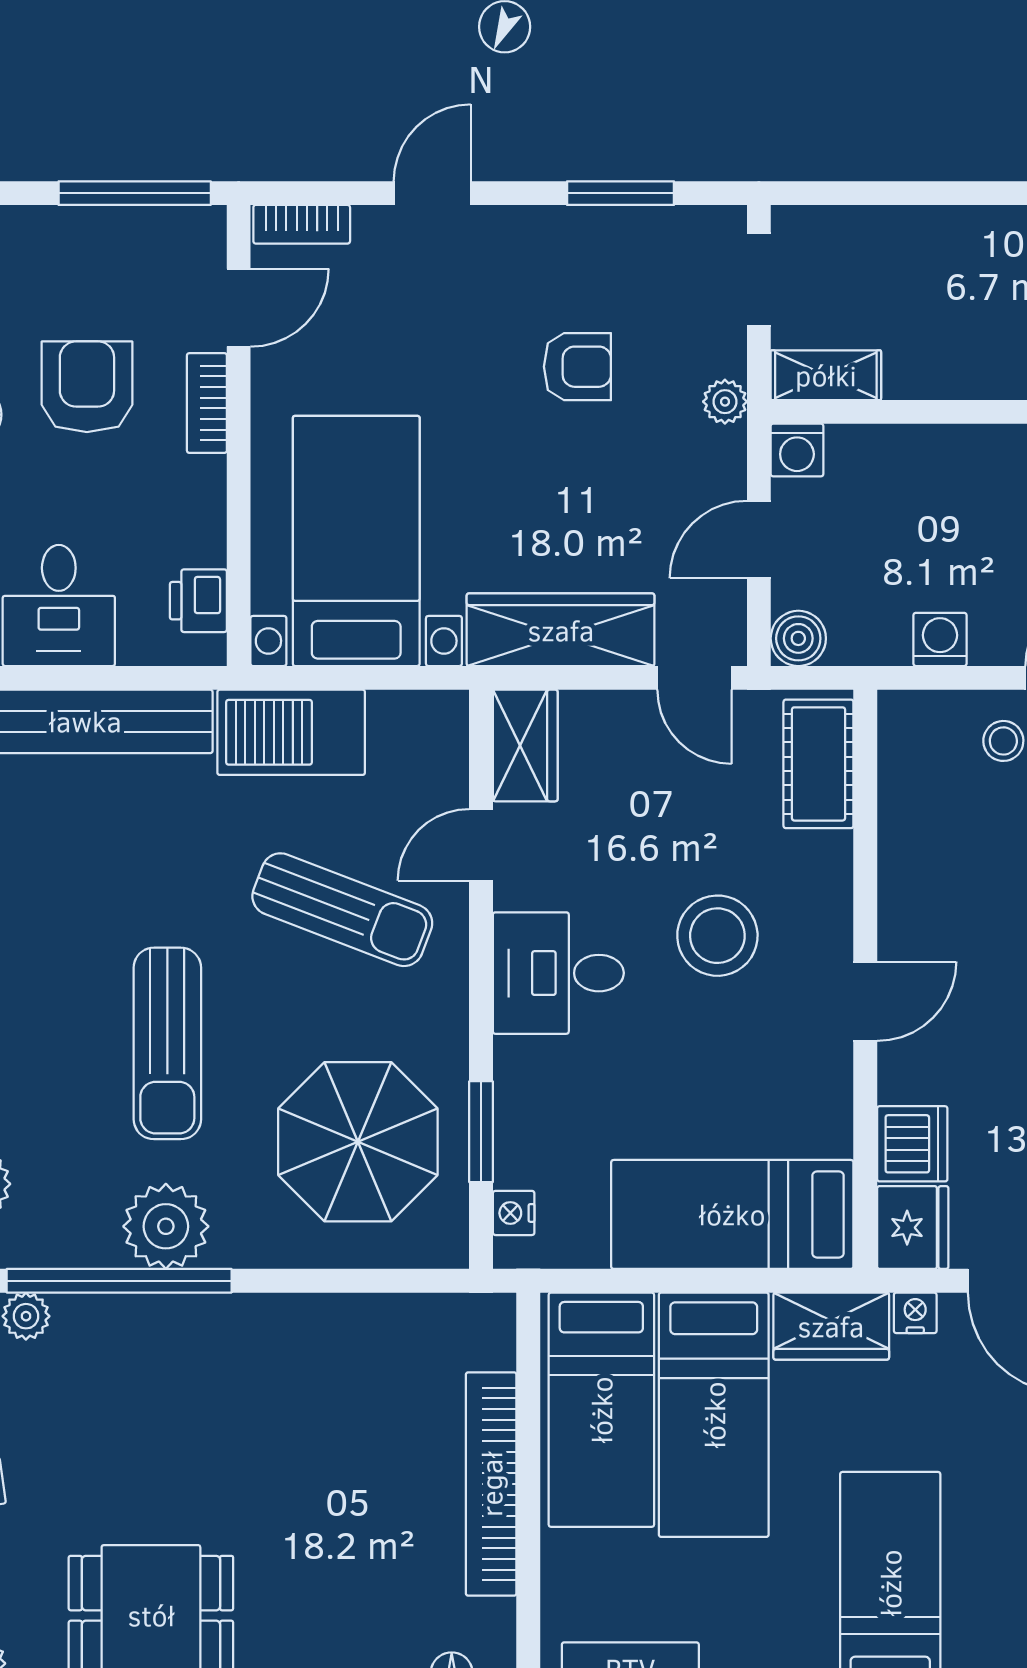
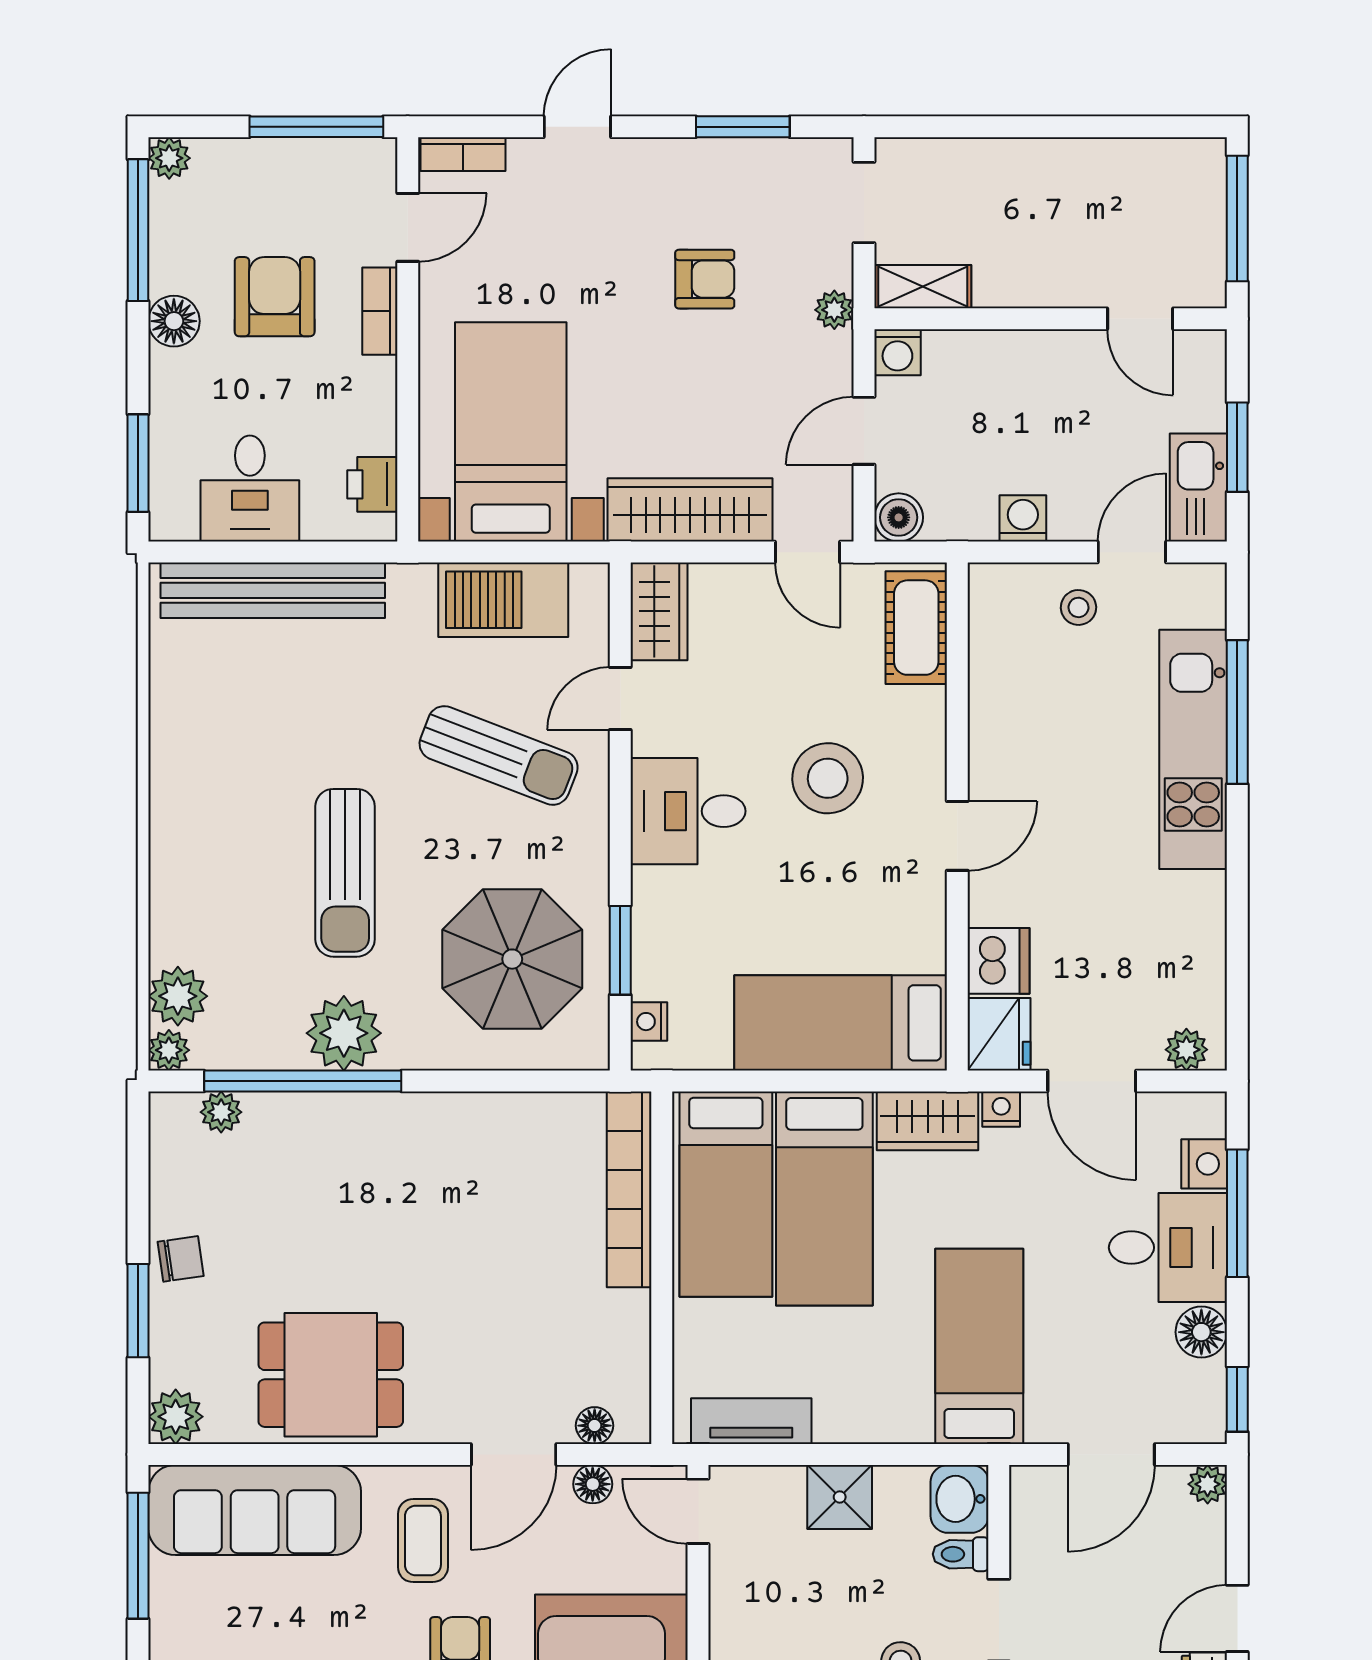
barbecue: (291, 732) -> (503, 600), moved
bookcase: (491, 1484) -> (629, 1189), moved

